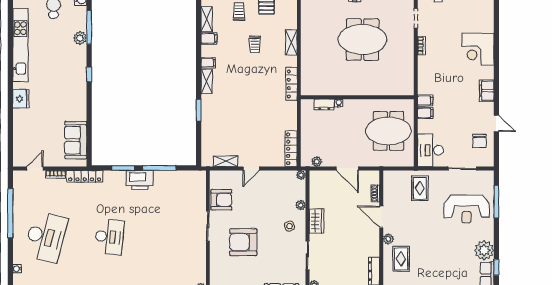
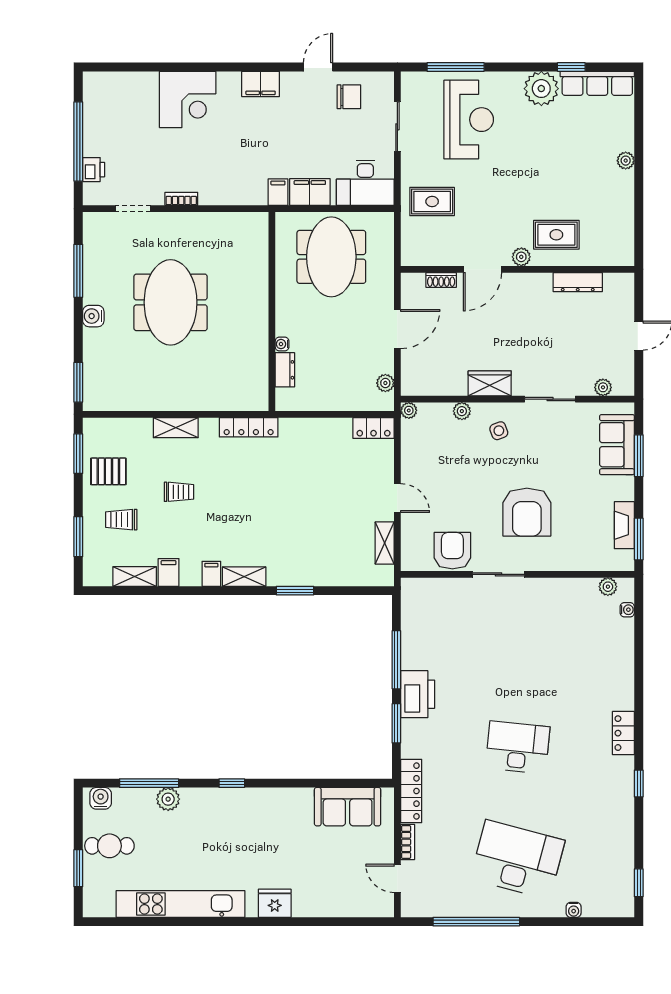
filing cabinet: (425, 113) -> (310, 192), width x2.00
locker: (291, 149) -> (374, 428), width x0.66

